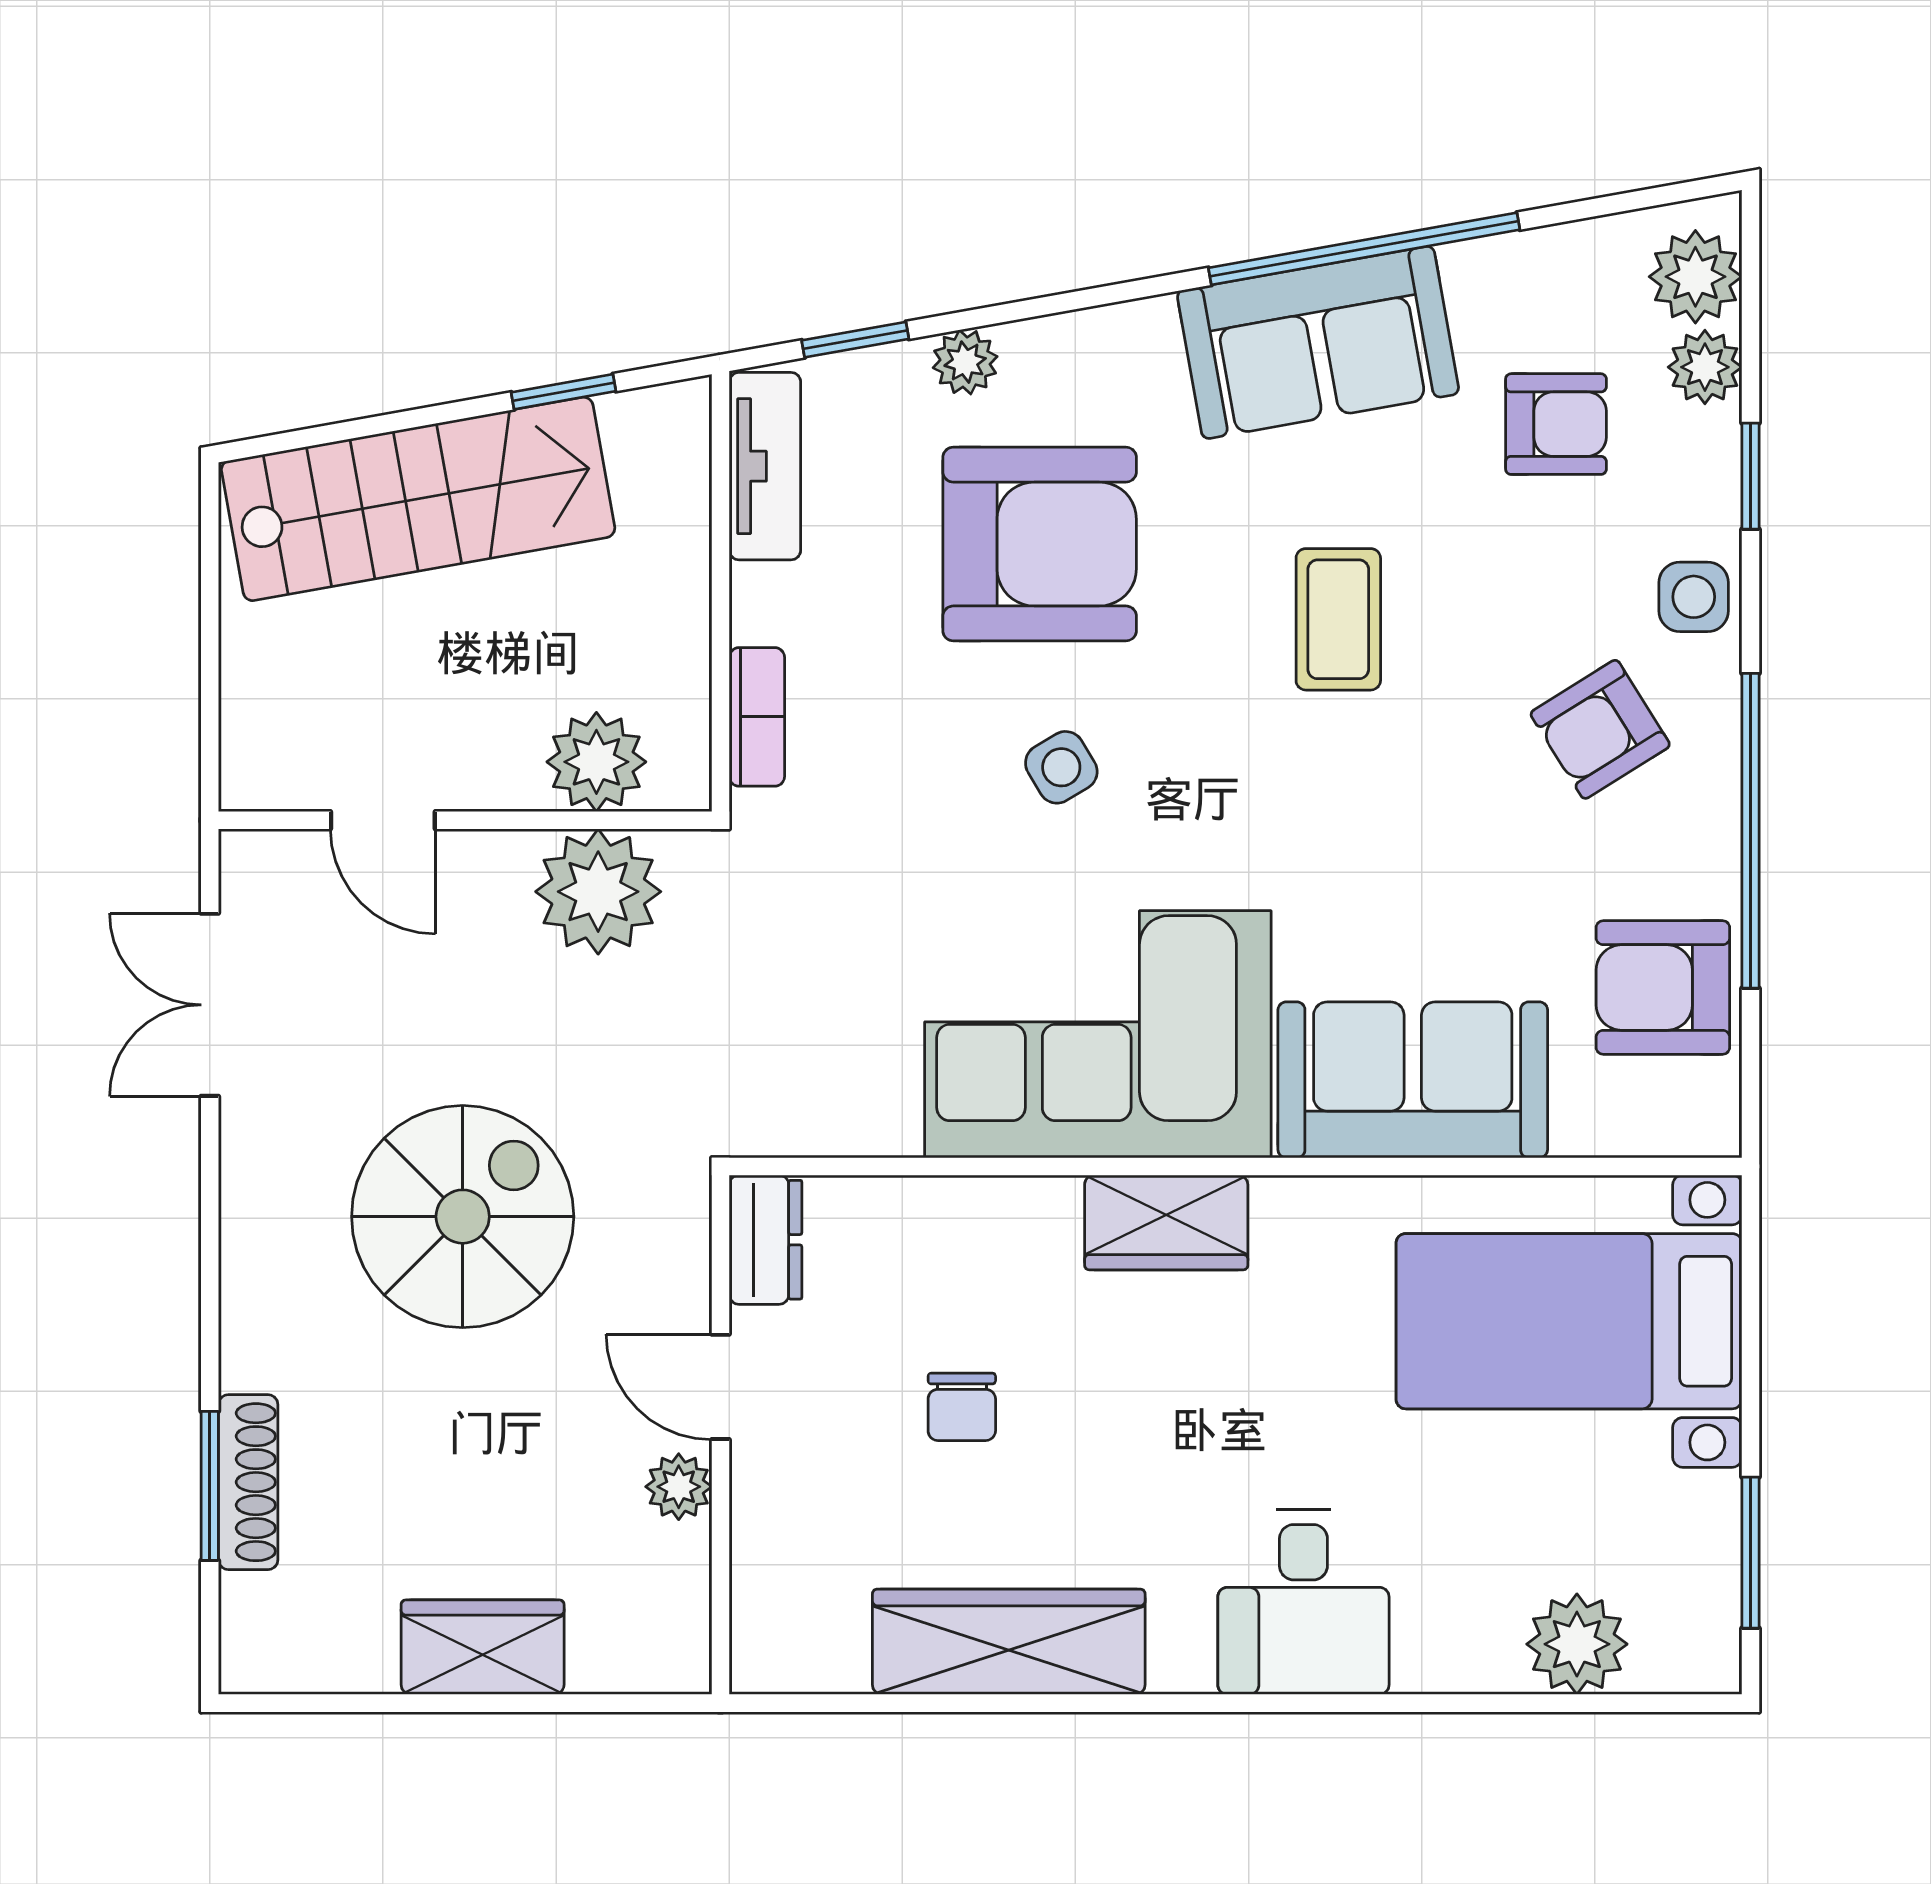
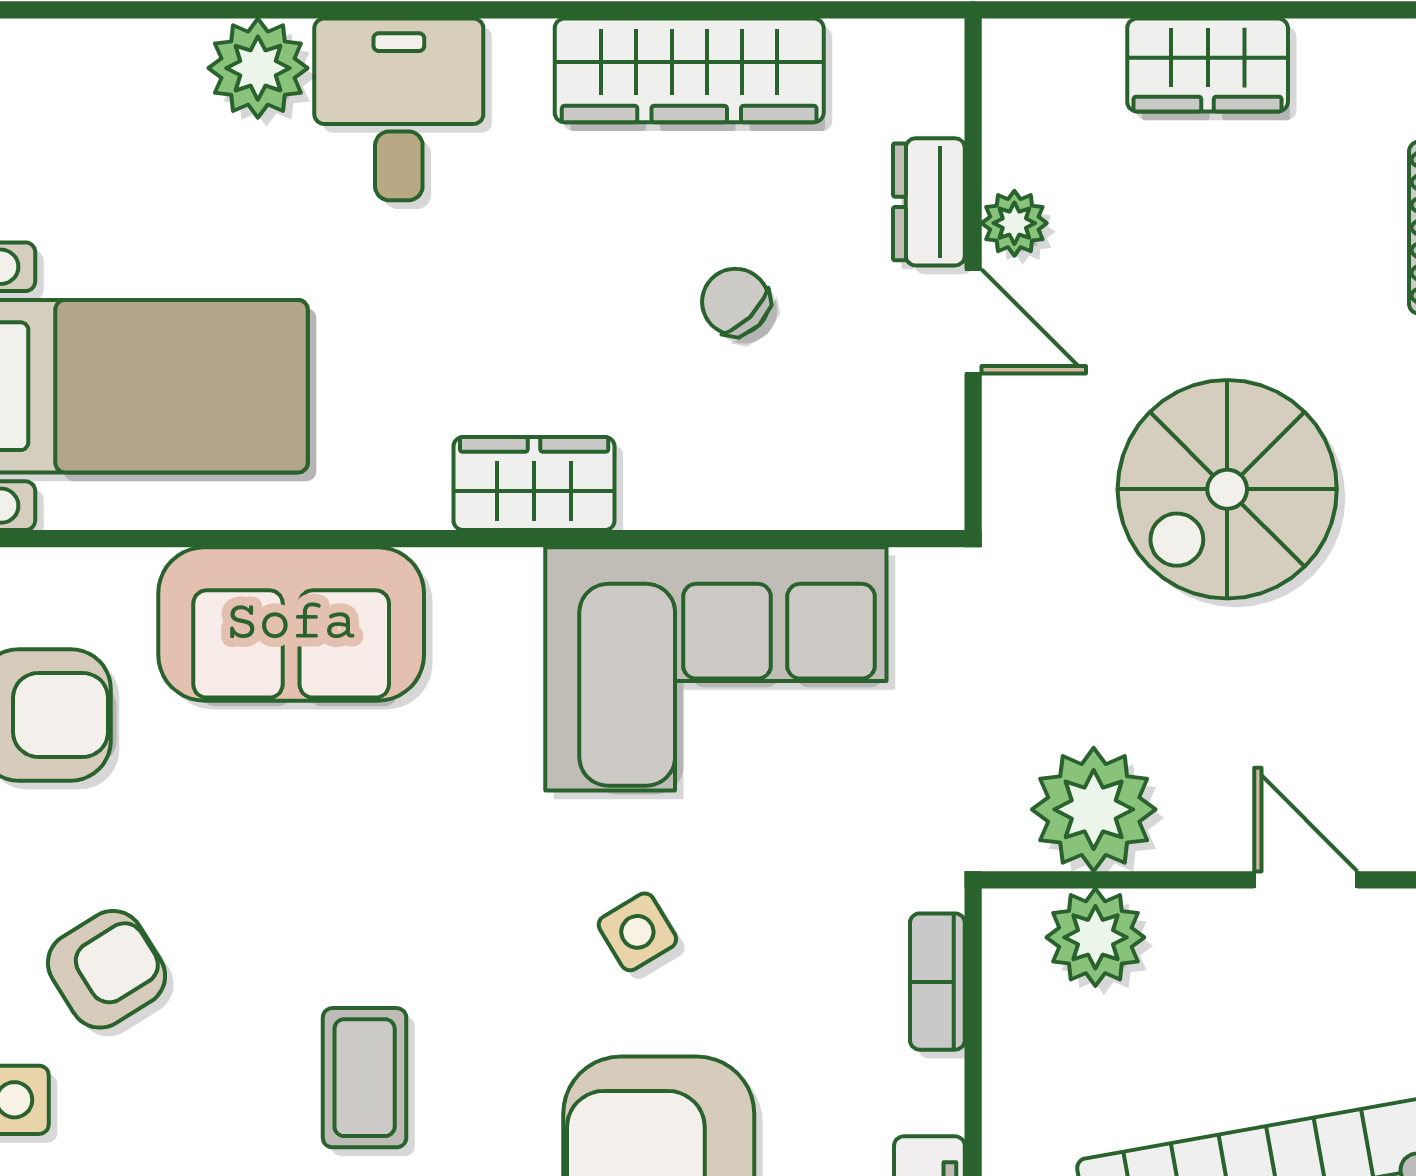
corner sofa: (1098, 1034) -> (716, 669), moved
dresser: (765, 1240) -> (929, 202), moved
chair: (962, 1407) -> (735, 302), turned -45
plant: (1577, 1644) -> (258, 68), moved

